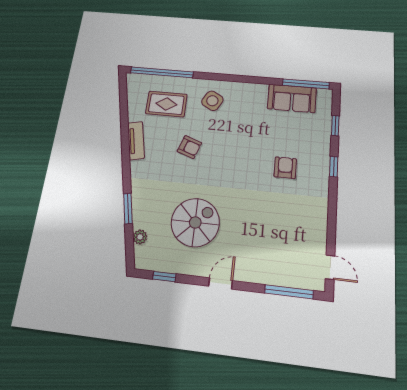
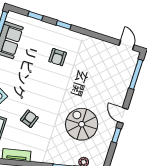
armchair: (285, 168) -> (58, 57), turned -90
door: (330, 267) -> (127, 45), hinge flipped
window: (164, 277) -> (116, 135), moved

